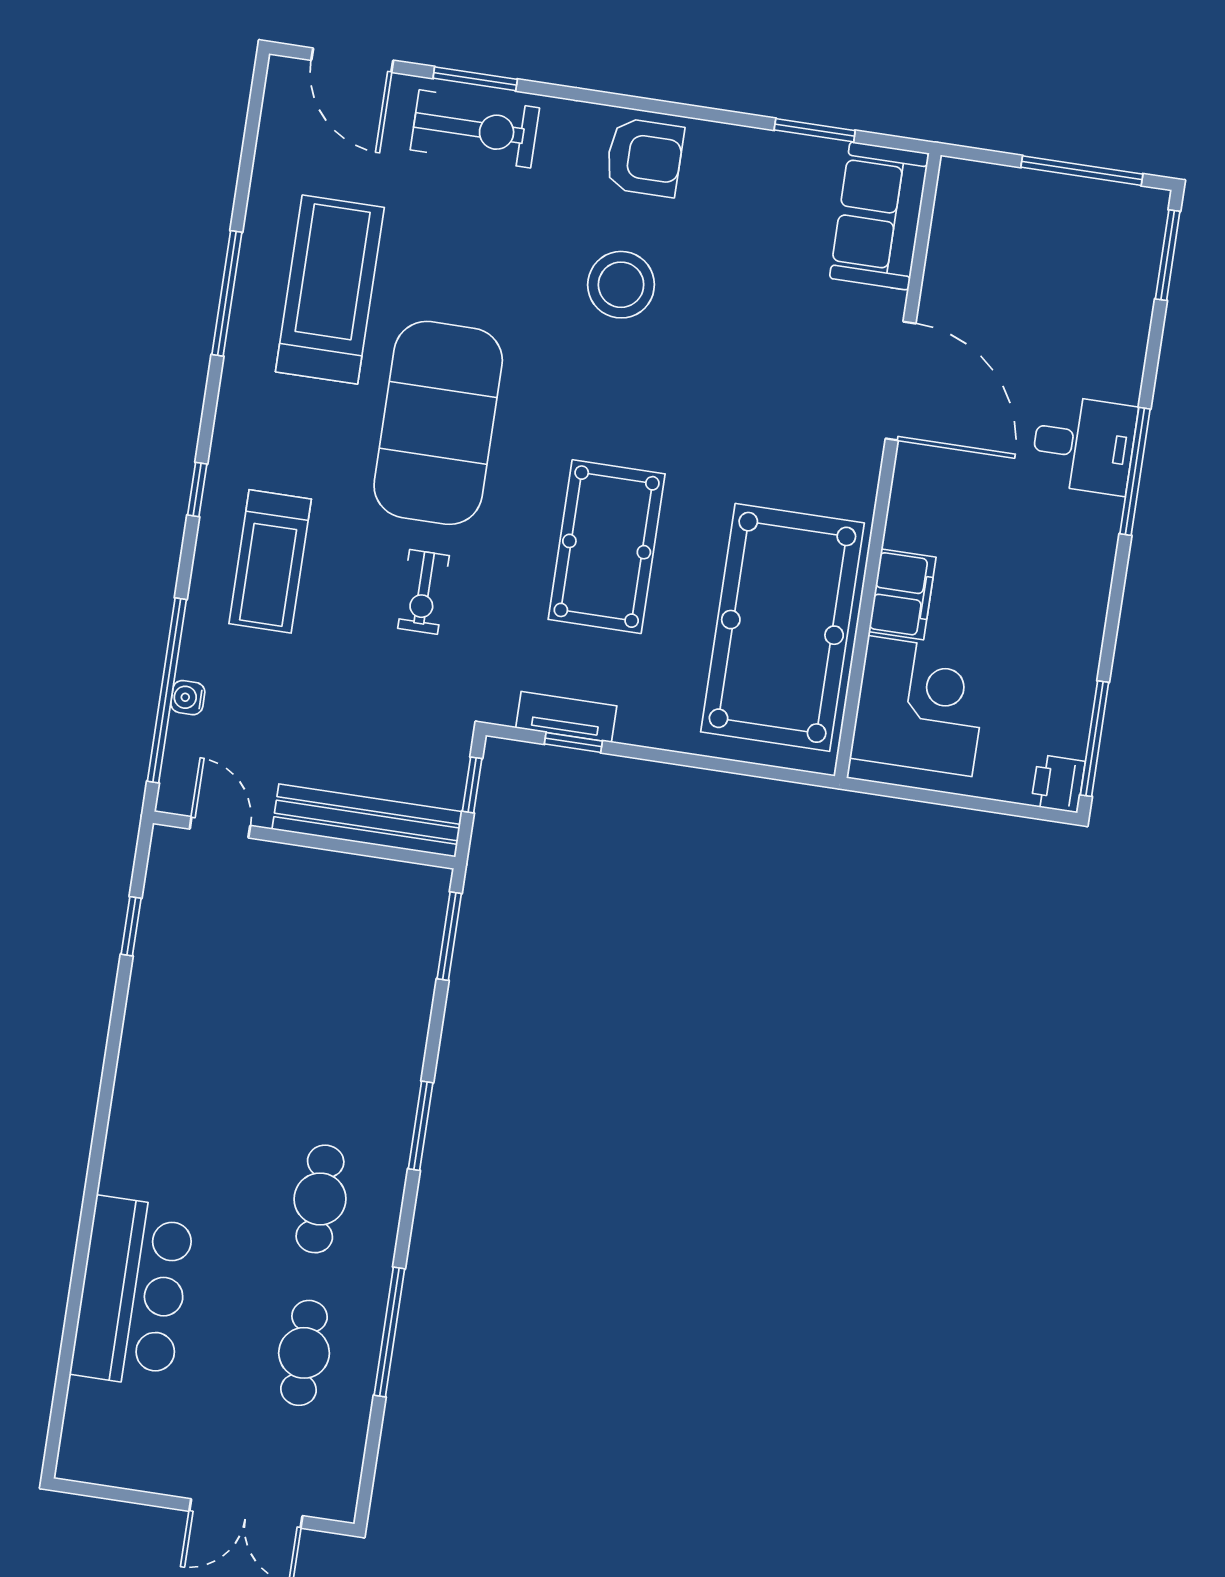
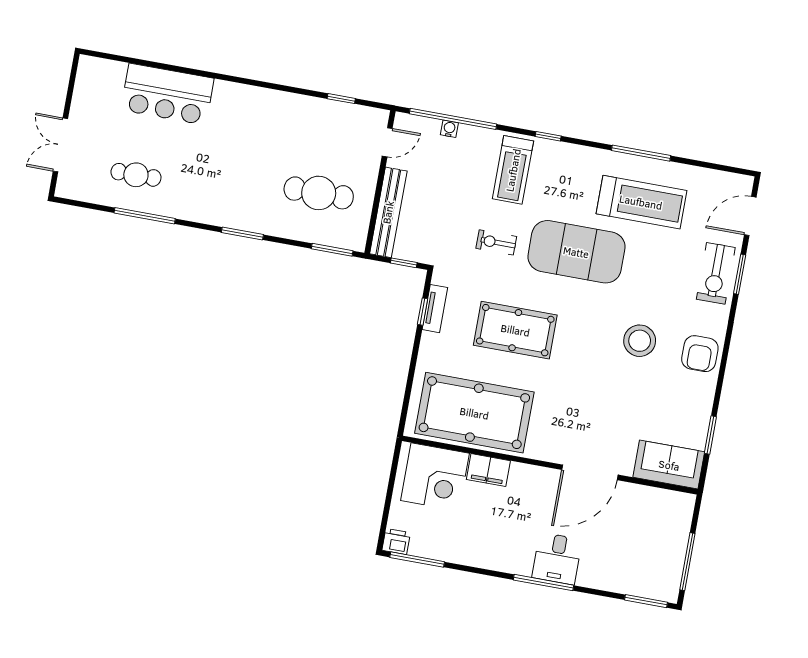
treadmill: (270, 561) -> (513, 170), turned -90
cafe table: (320, 1199) -> (319, 193), moved, width x1.37, depth x1.35

